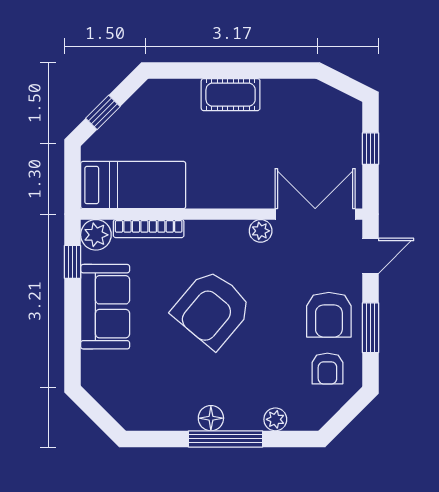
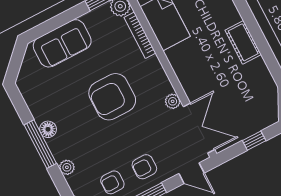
sofa: (105, 307) -> (62, 43), moved
armchair: (212, 309) -> (112, 97), turned -40
armchair: (329, 315) -> (144, 167), width x0.72, depth x0.72

